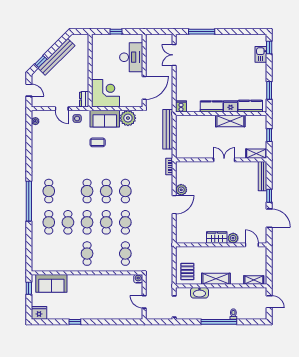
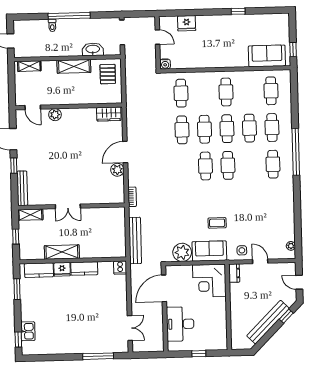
cafe table: (125, 191) -> (271, 91), moved
wardrobe: (217, 237) -> (109, 114), moved
fridge: (39, 313) -> (187, 23), moved

